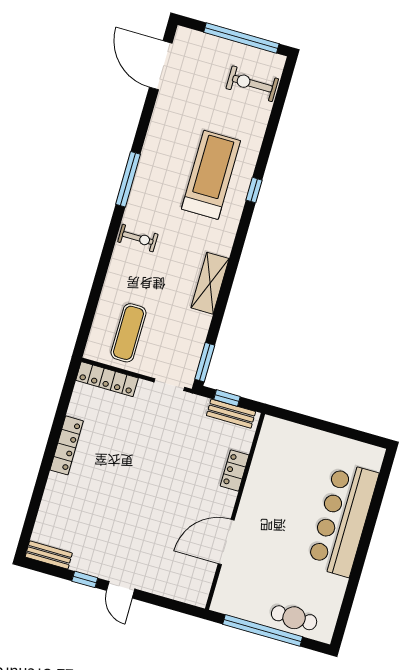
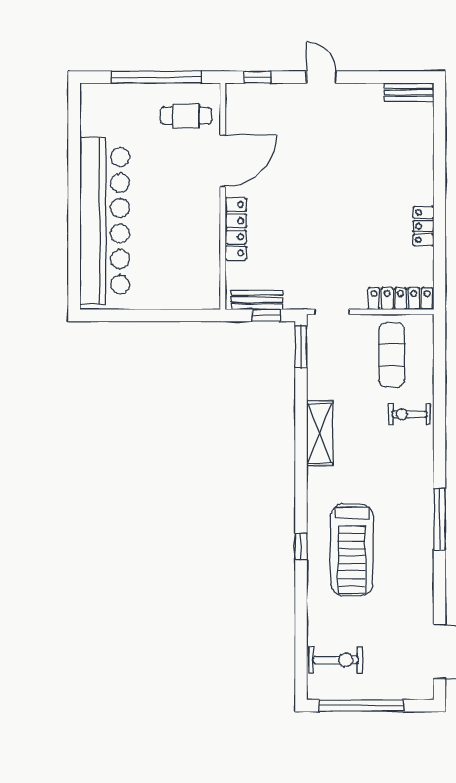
exercise bike: (138, 238) -> (409, 414), moved
locker: (67, 445) -> (423, 226), width x0.66
locker: (235, 470) -> (236, 229), width x1.53
bar counter: (343, 519) -> (105, 221), width x1.36
window: (85, 579) -> (257, 77), moved
cafe table: (294, 618) -> (186, 116), moved

